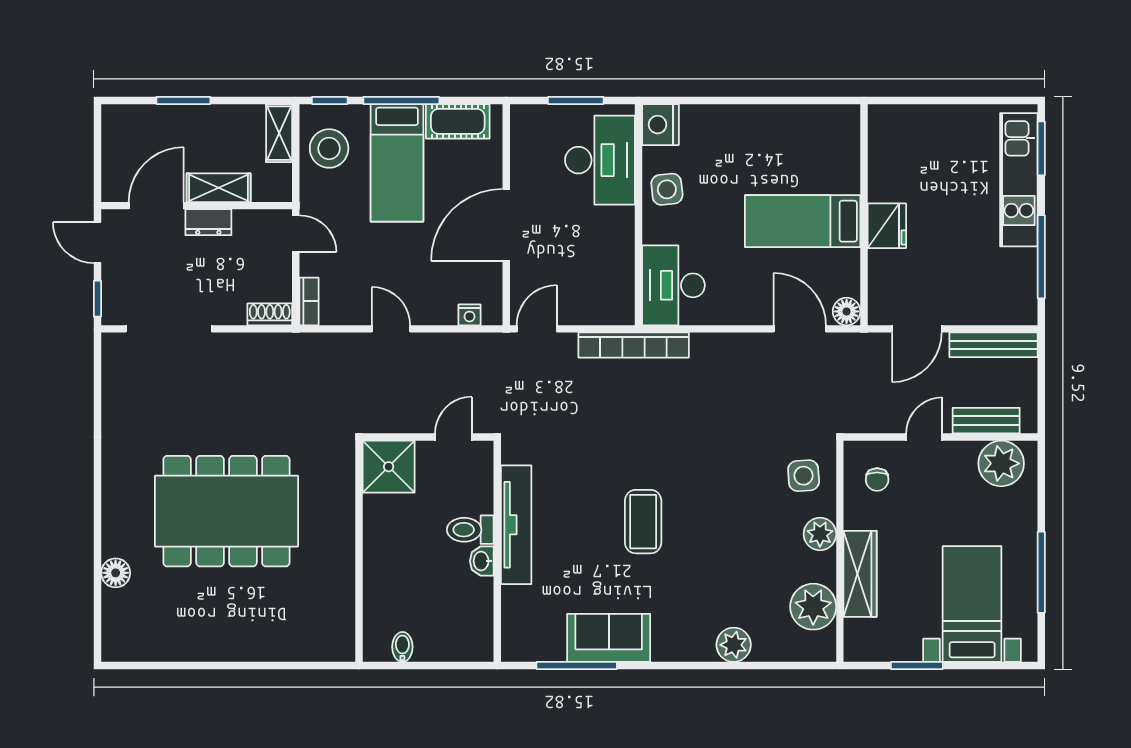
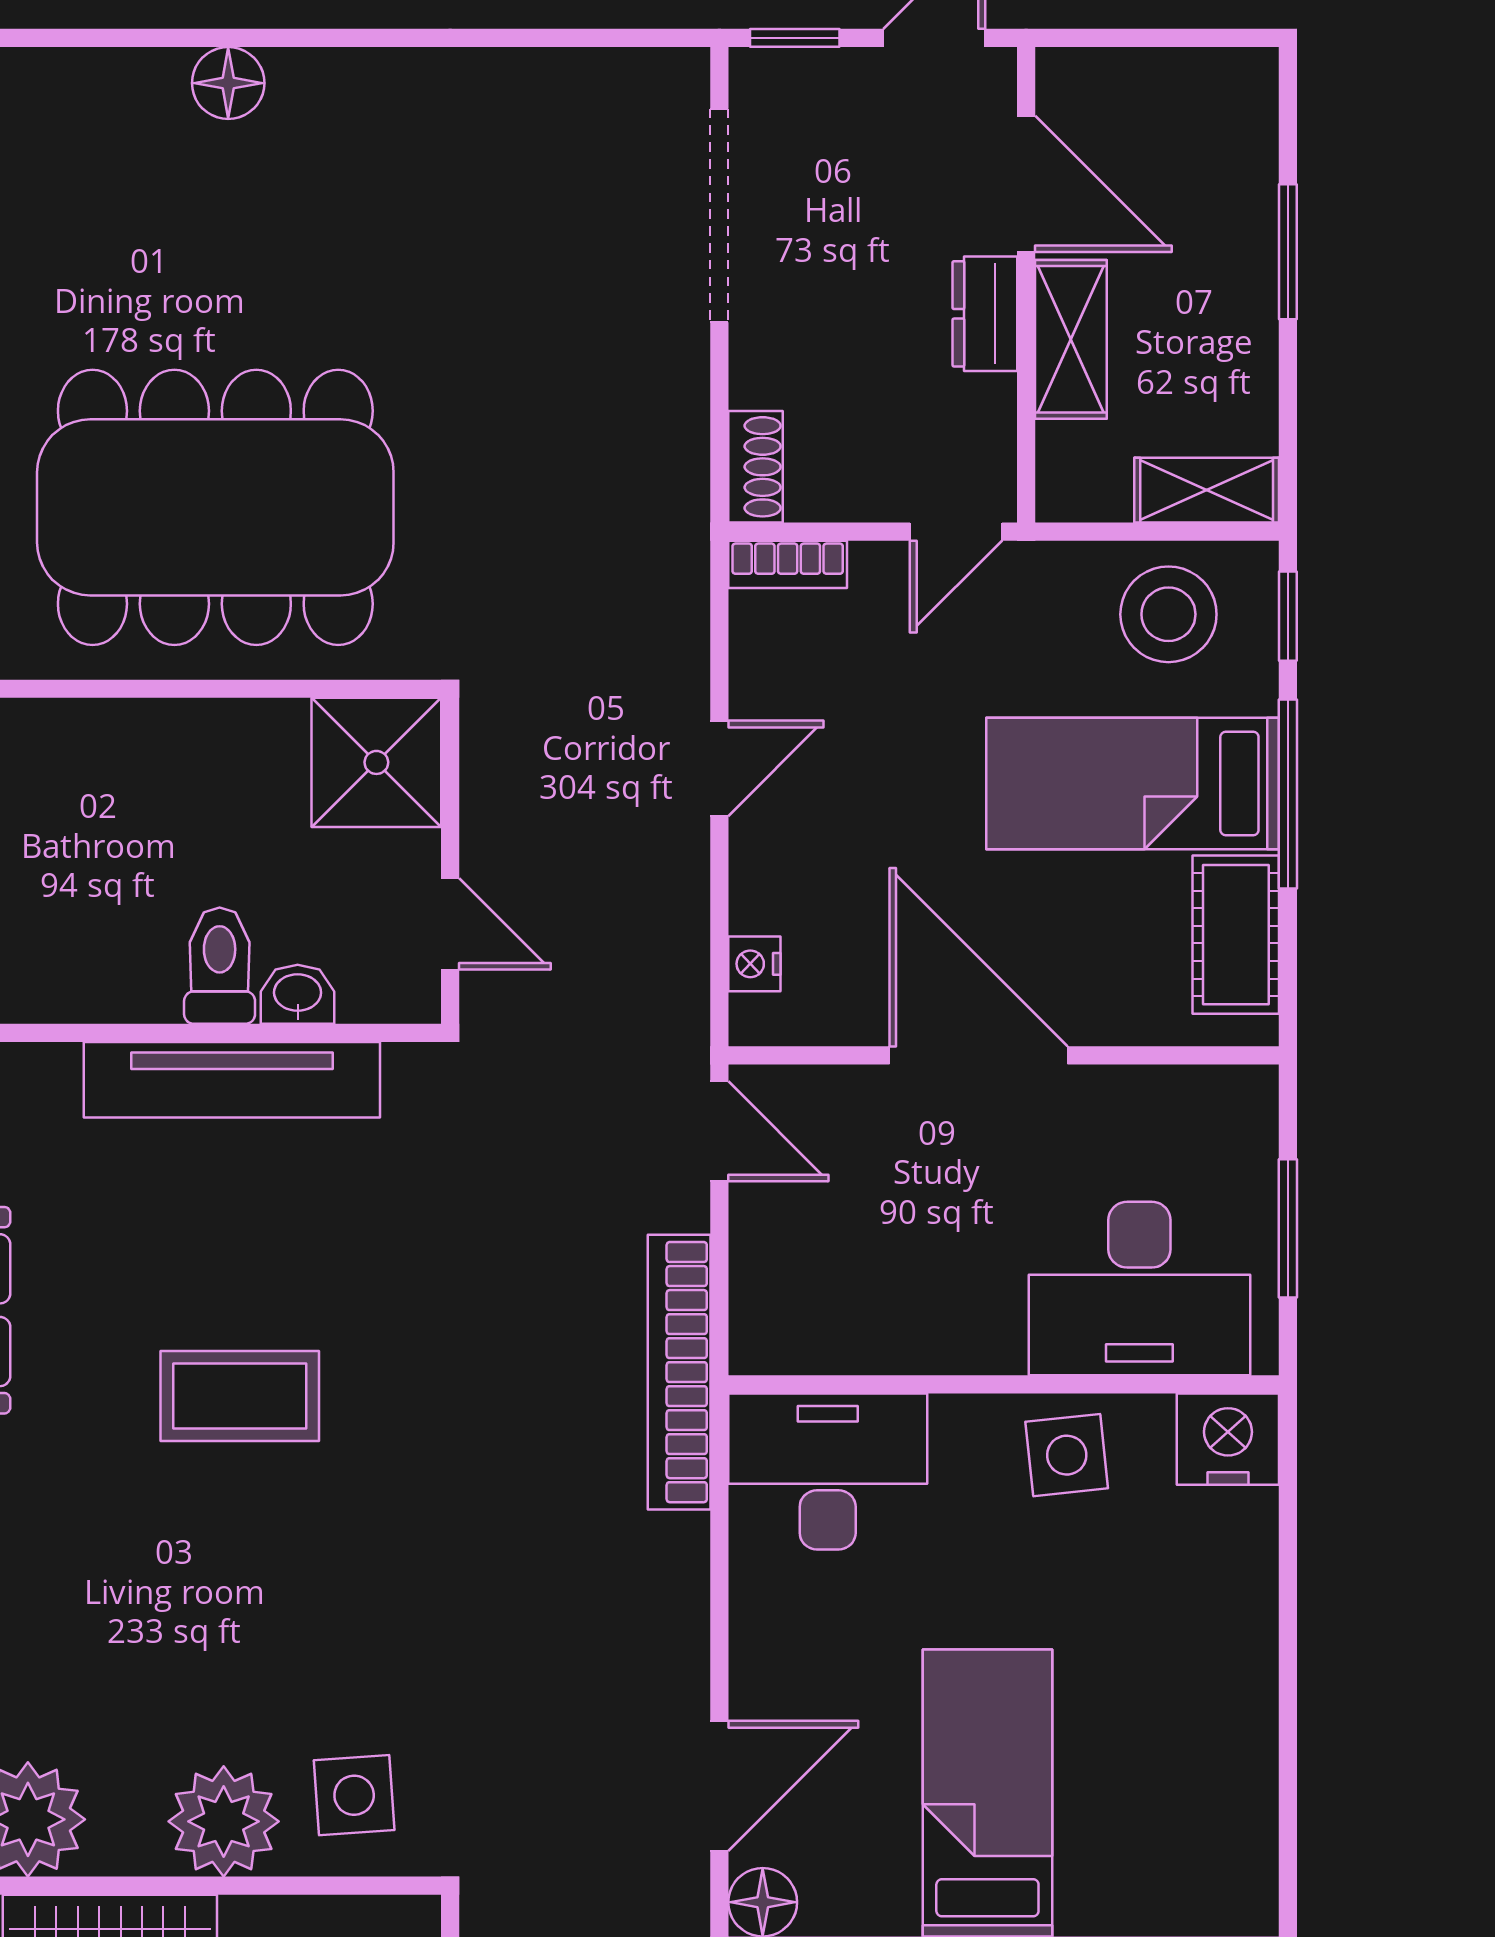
dining table: (226, 511) -> (215, 507), moved, turned 90
plant: (820, 534) -> (224, 1821), width x1.36, depth x1.36
washbasin: (482, 561) -> (298, 994), moved
floor lamp: (116, 573) -> (228, 83), moved

